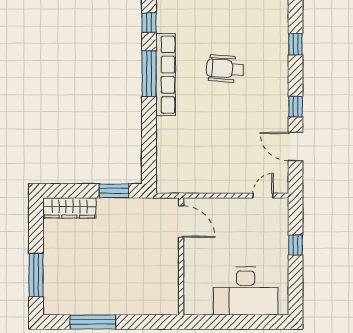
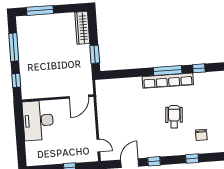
chair: (258, 26) -> (201, 135), added
desk: (246, 291) -> (38, 121), moved
window: (148, 322) -> (16, 81), added

